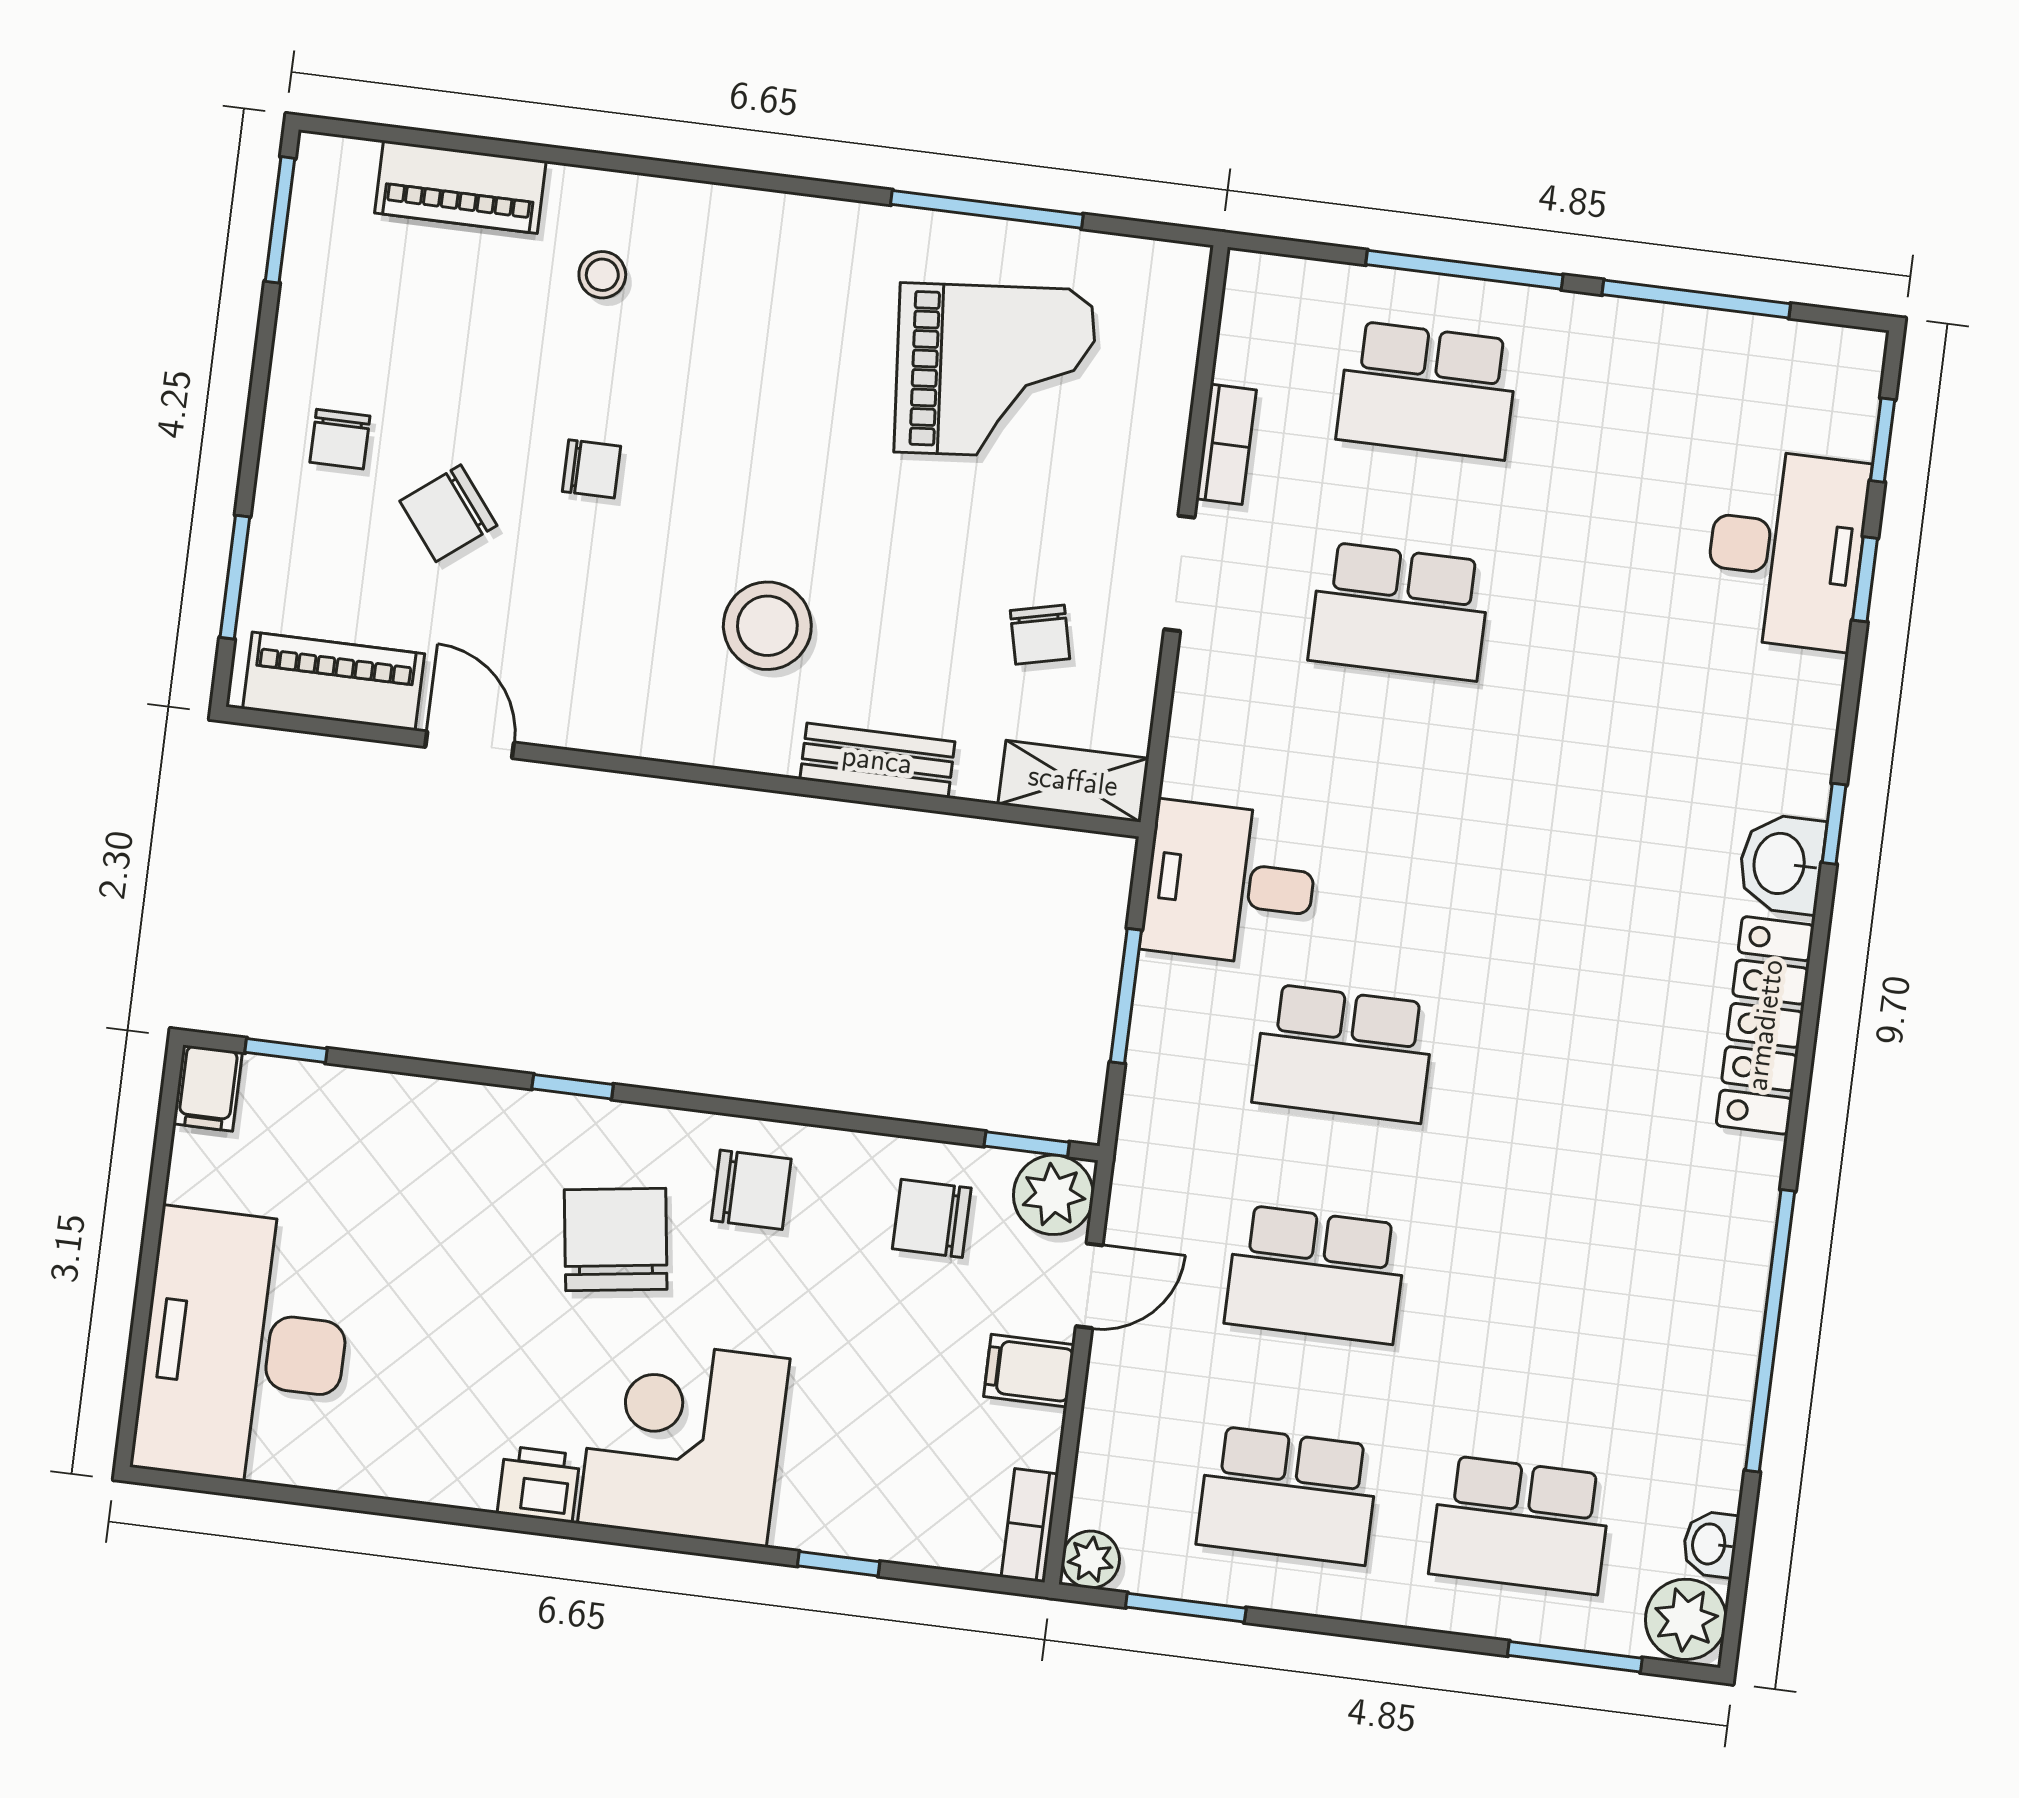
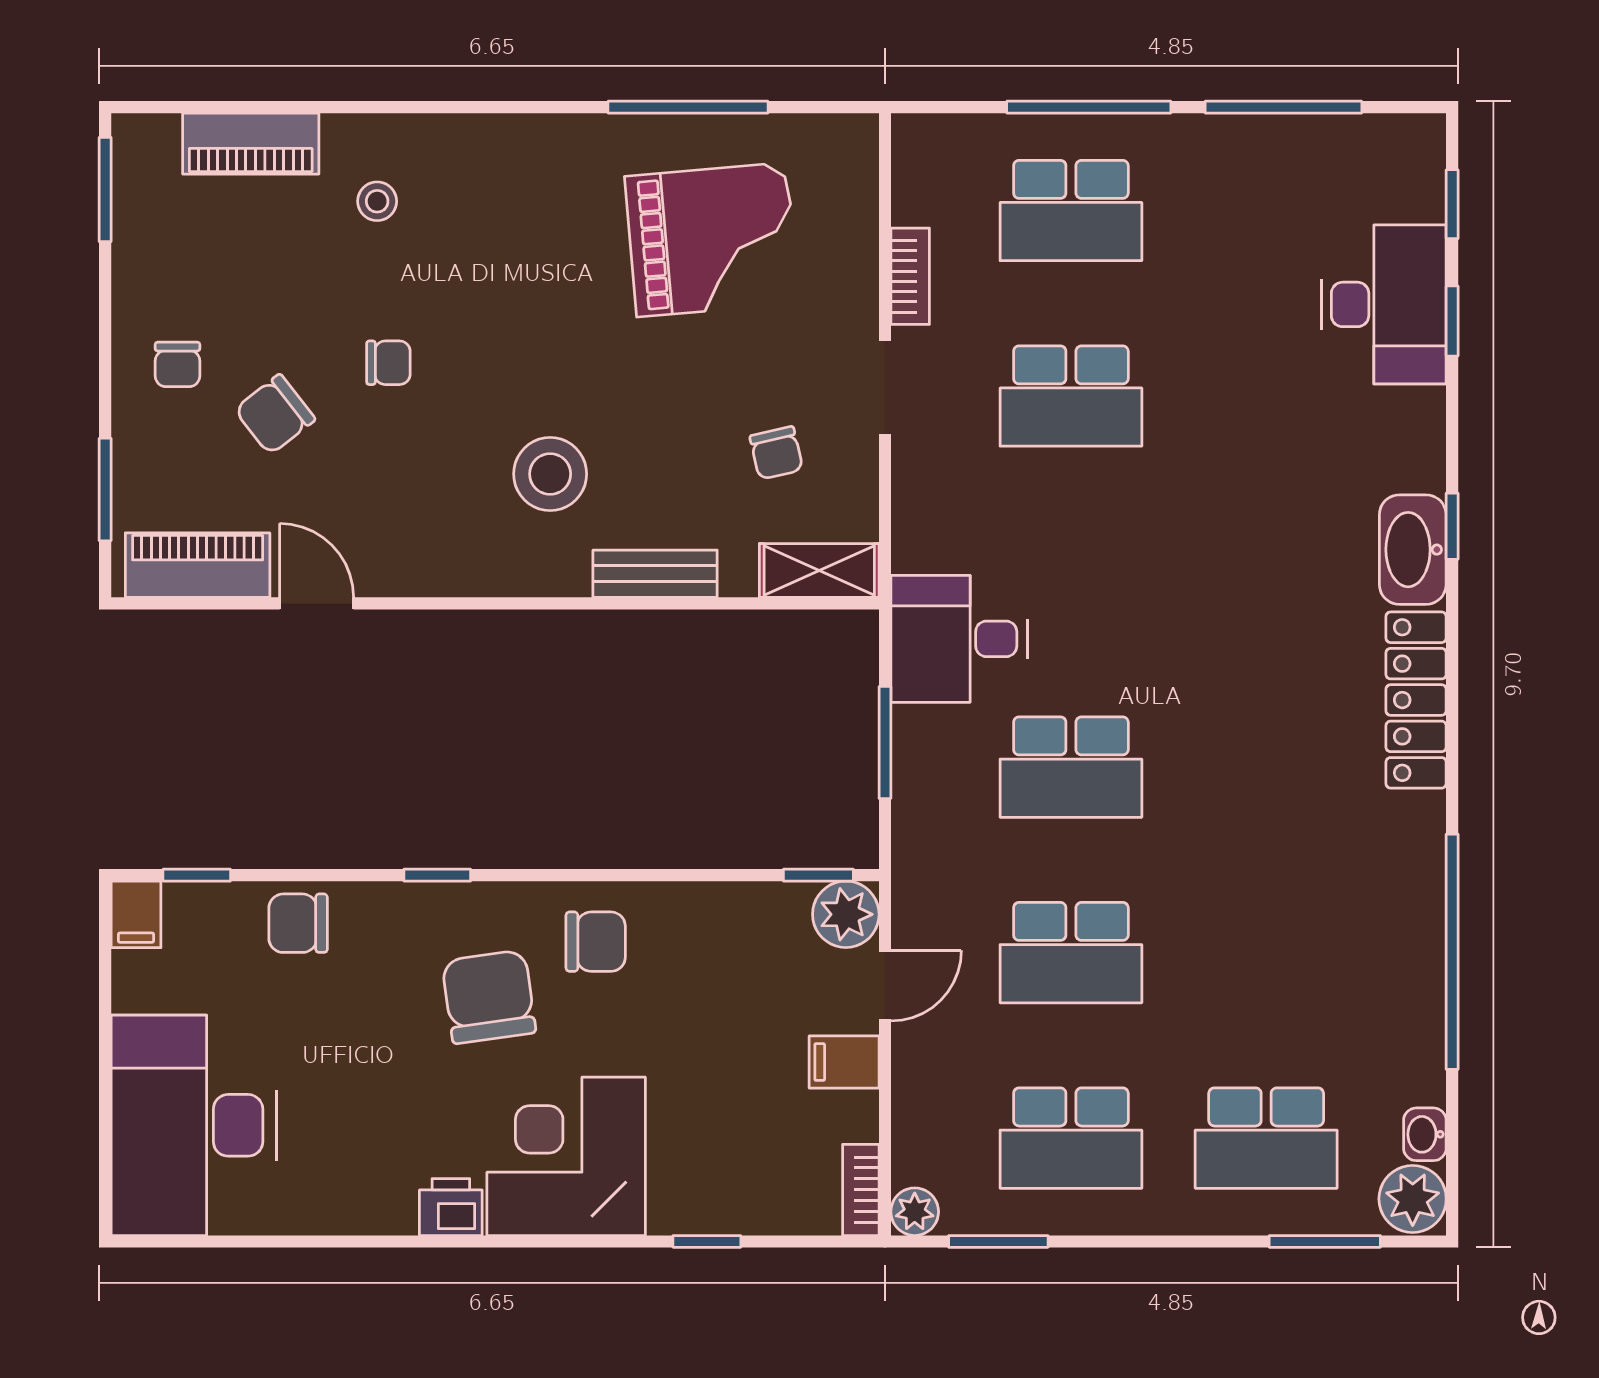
washbasin: (1781, 864) -> (1413, 550), width x1.38
chair: (932, 1218) -> (298, 923), moved

